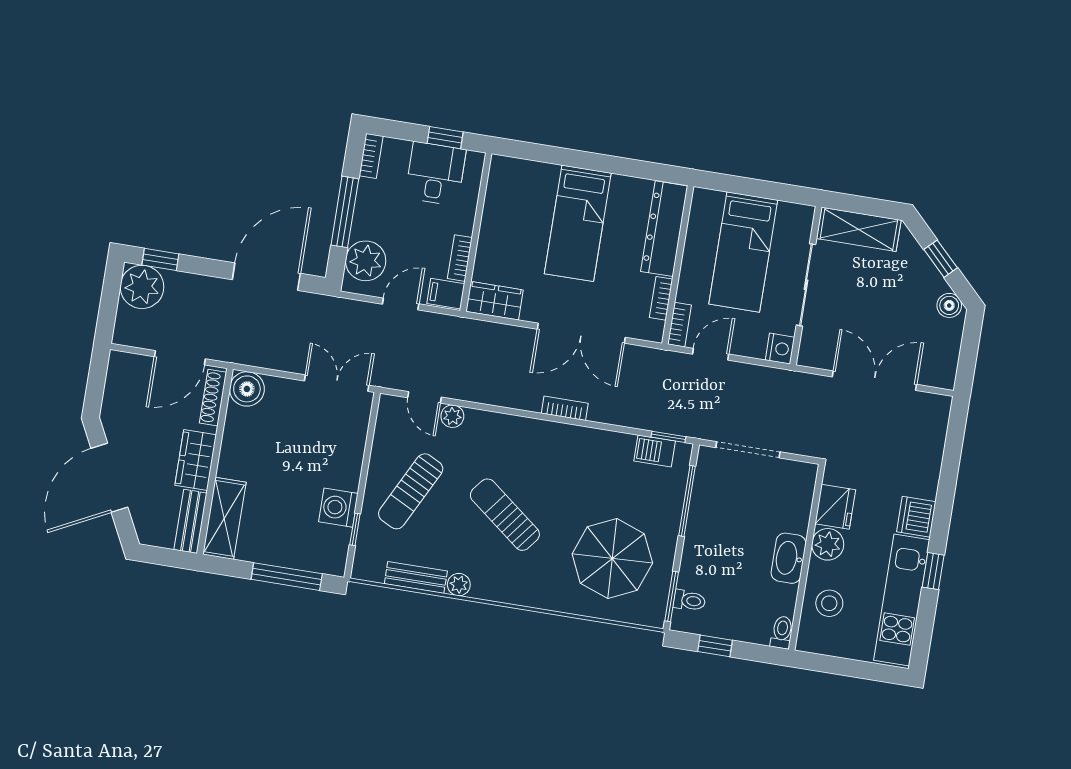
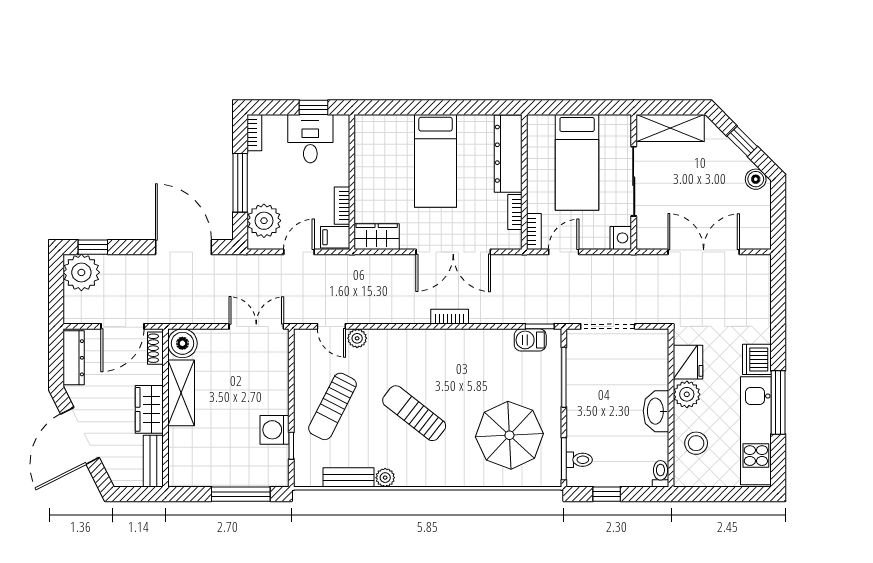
door: (266, 277) -> (183, 247), hinge flipped
dresser: (117, 385) -> (74, 358), added
shoe rack: (213, 398) -> (155, 348), width x0.70
shelving: (224, 518) -> (181, 393), moved
window: (933, 571) -> (778, 402), width x2.17

